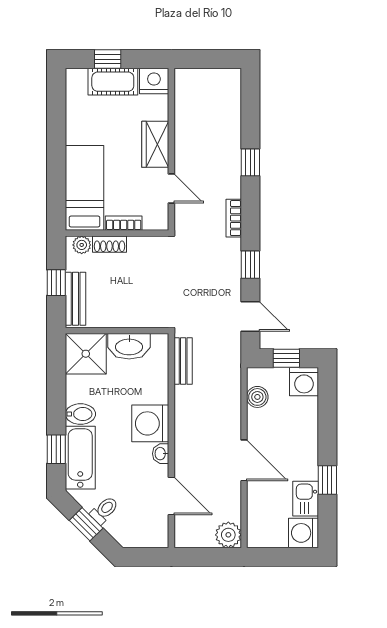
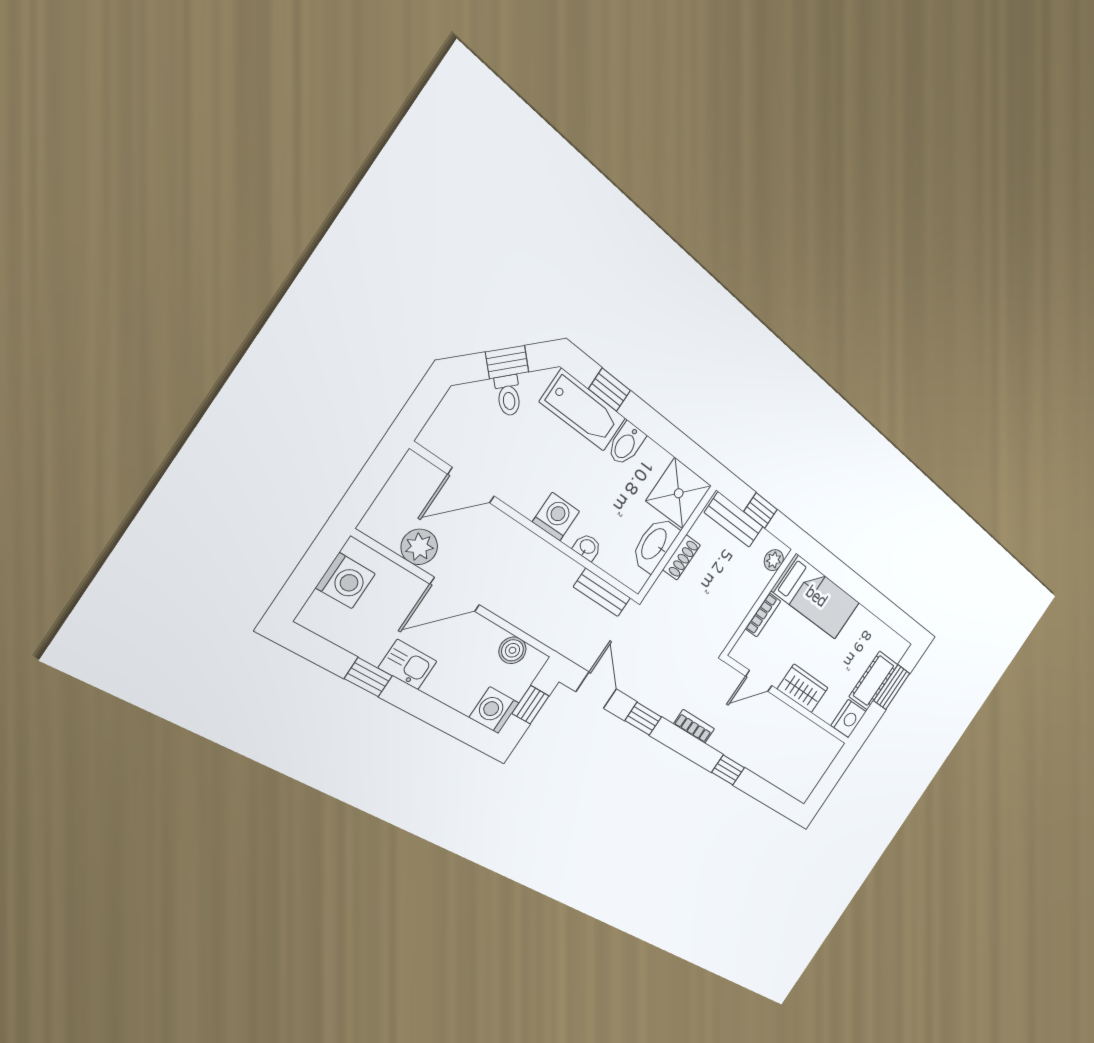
window: (108, 59) -> (892, 687), width x1.50
shoe rack: (109, 244) -> (681, 557), moved, turned 180
door: (250, 317) -> (596, 690), swing flipped
washing machine: (150, 423) -> (556, 517), width x0.73, depth x0.73
washbasin: (161, 454) -> (587, 547), moved
kitchen sink: (306, 499) -> (408, 665), moved
washing machine: (303, 533) -> (345, 581), moved, turned 90
plant: (228, 535) -> (419, 547), moved

